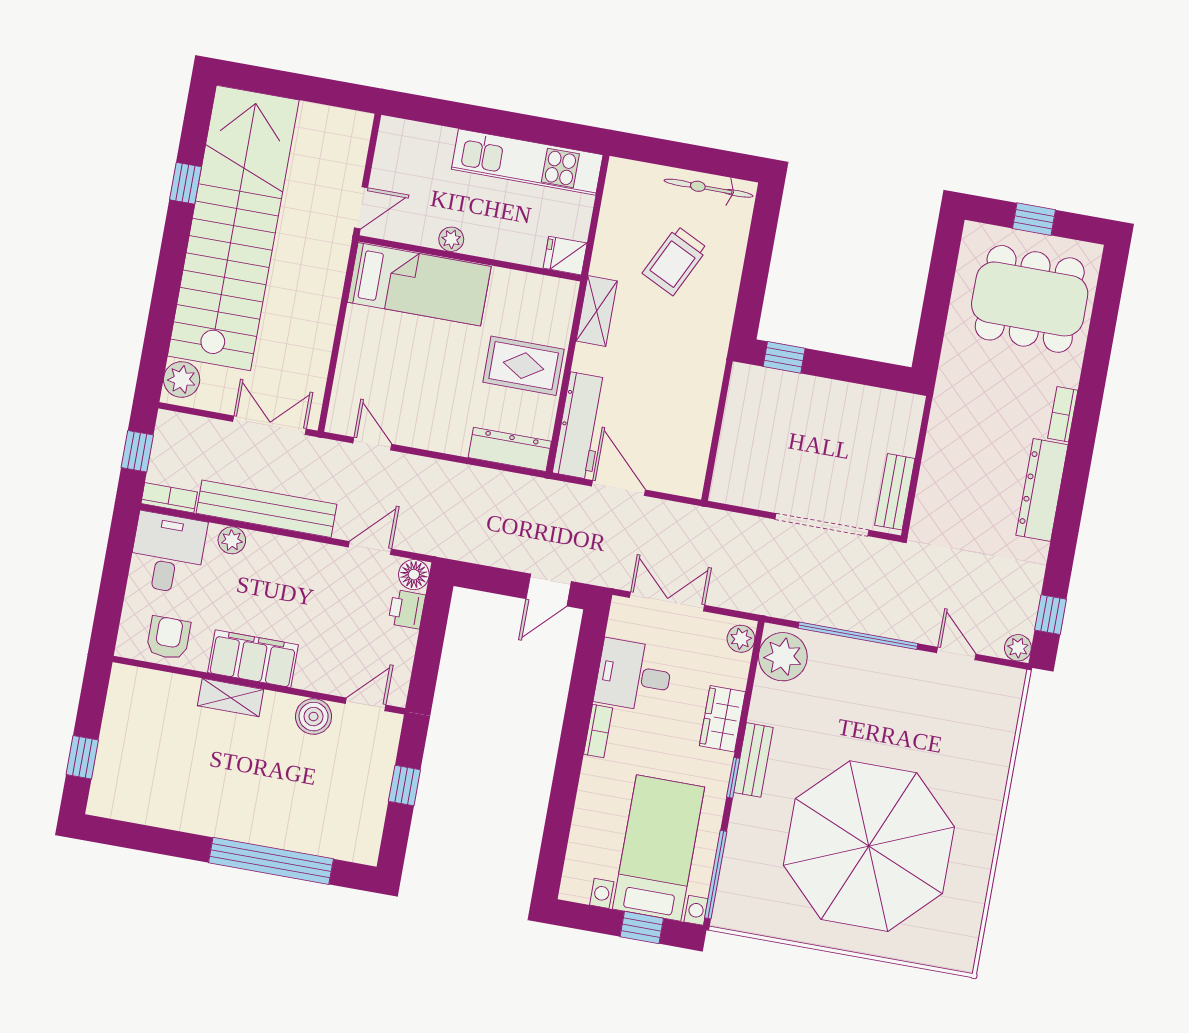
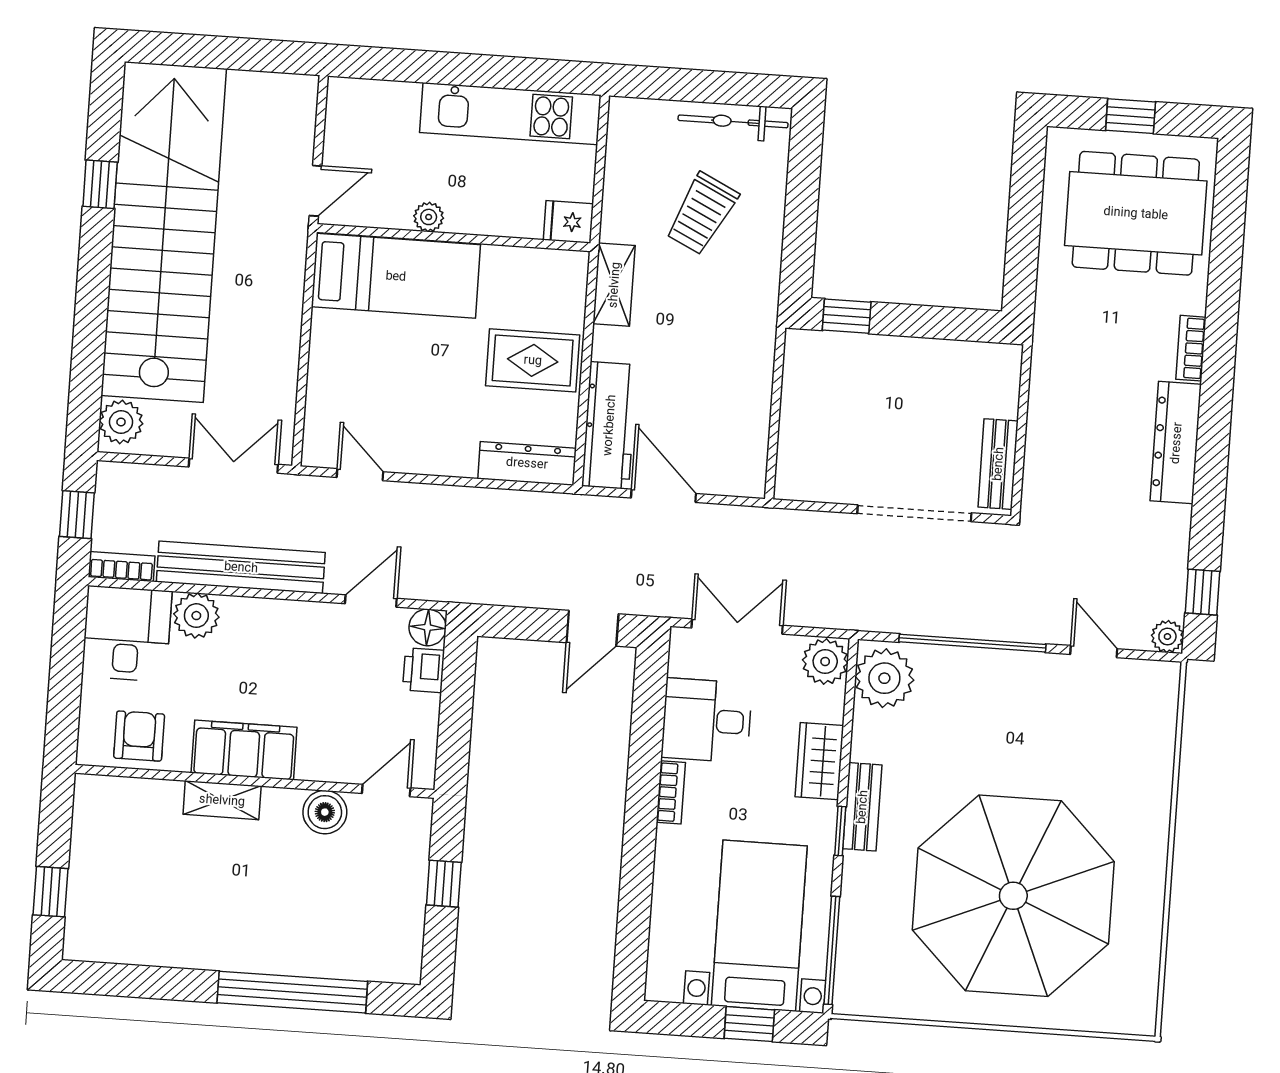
plant: (232, 540) -> (196, 616), width x1.38, depth x1.38
plant: (741, 639) -> (825, 662), width x1.38, depth x1.38

